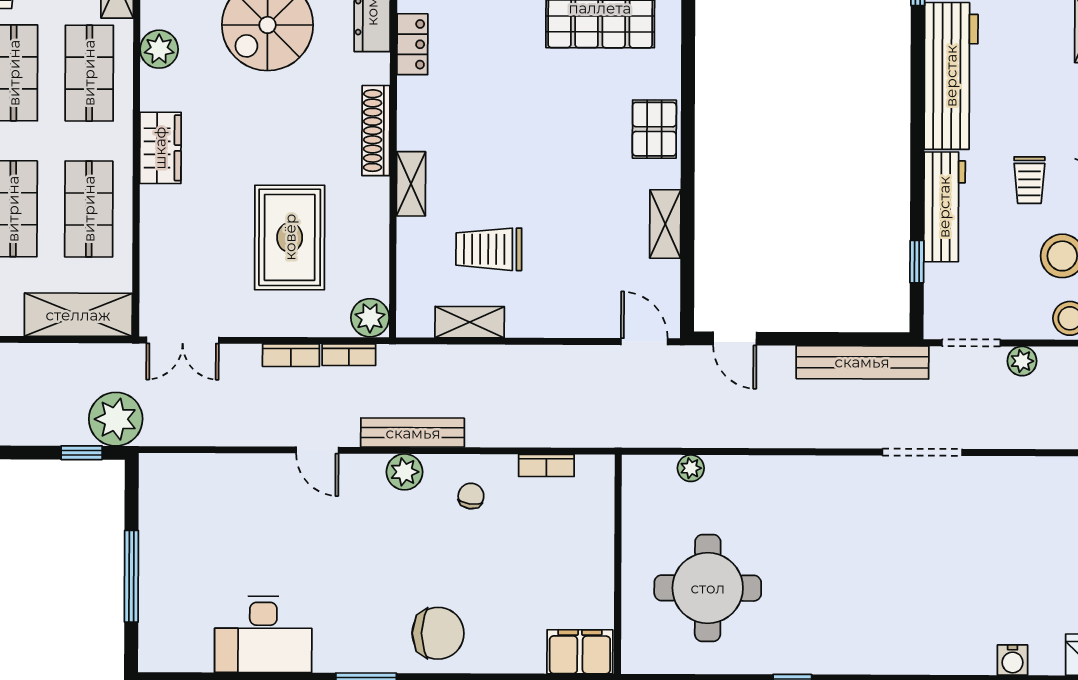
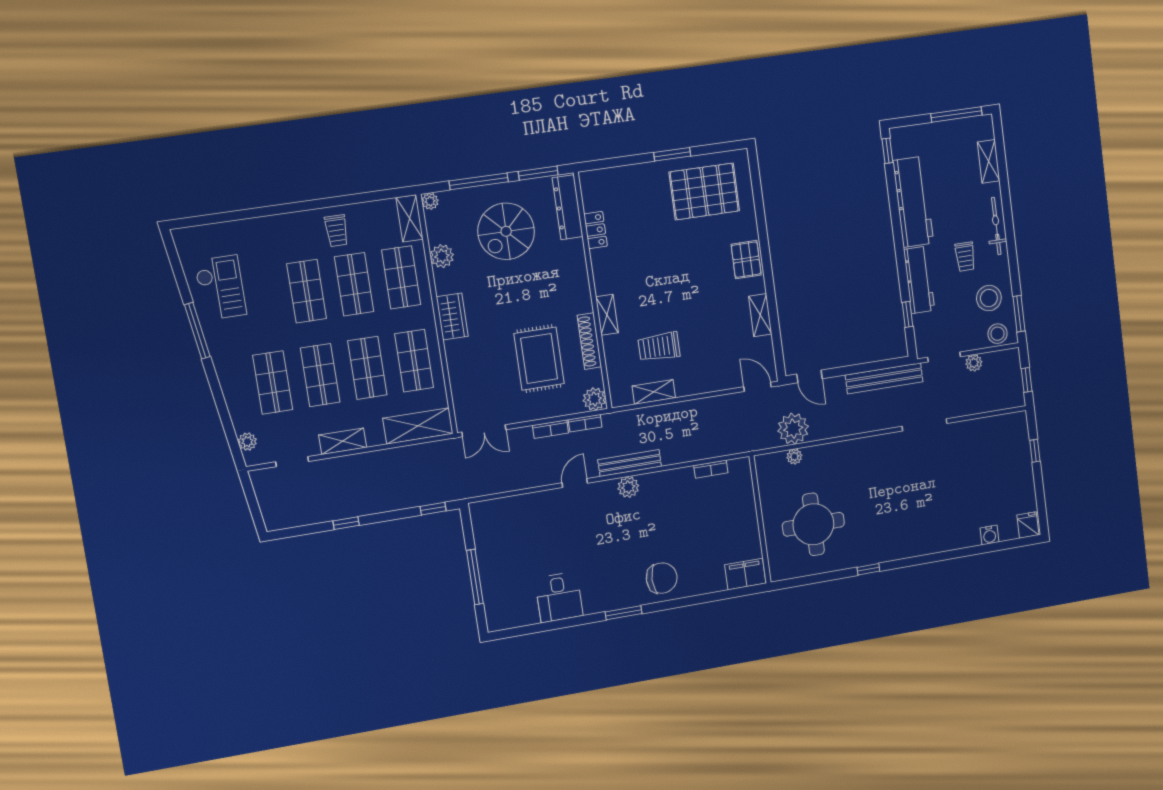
shoe rack: (376, 131) -> (589, 341), moved
plant: (116, 419) -> (793, 429), moved
door: (317, 450) -> (575, 483), swing flipped
chair: (471, 496) -> (669, 495), removed
desk: (263, 634) -> (559, 597), width x0.73

